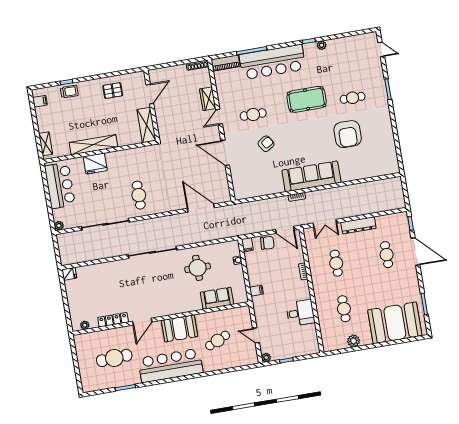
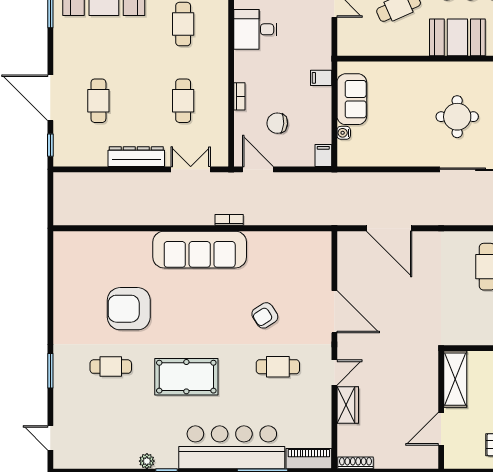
armchair: (348, 134) -> (129, 309), turned -90
chair: (267, 243) -> (277, 123), moved
round table: (198, 268) -> (457, 117), moved
sofa: (217, 298) -> (352, 99), moved, turned -90

